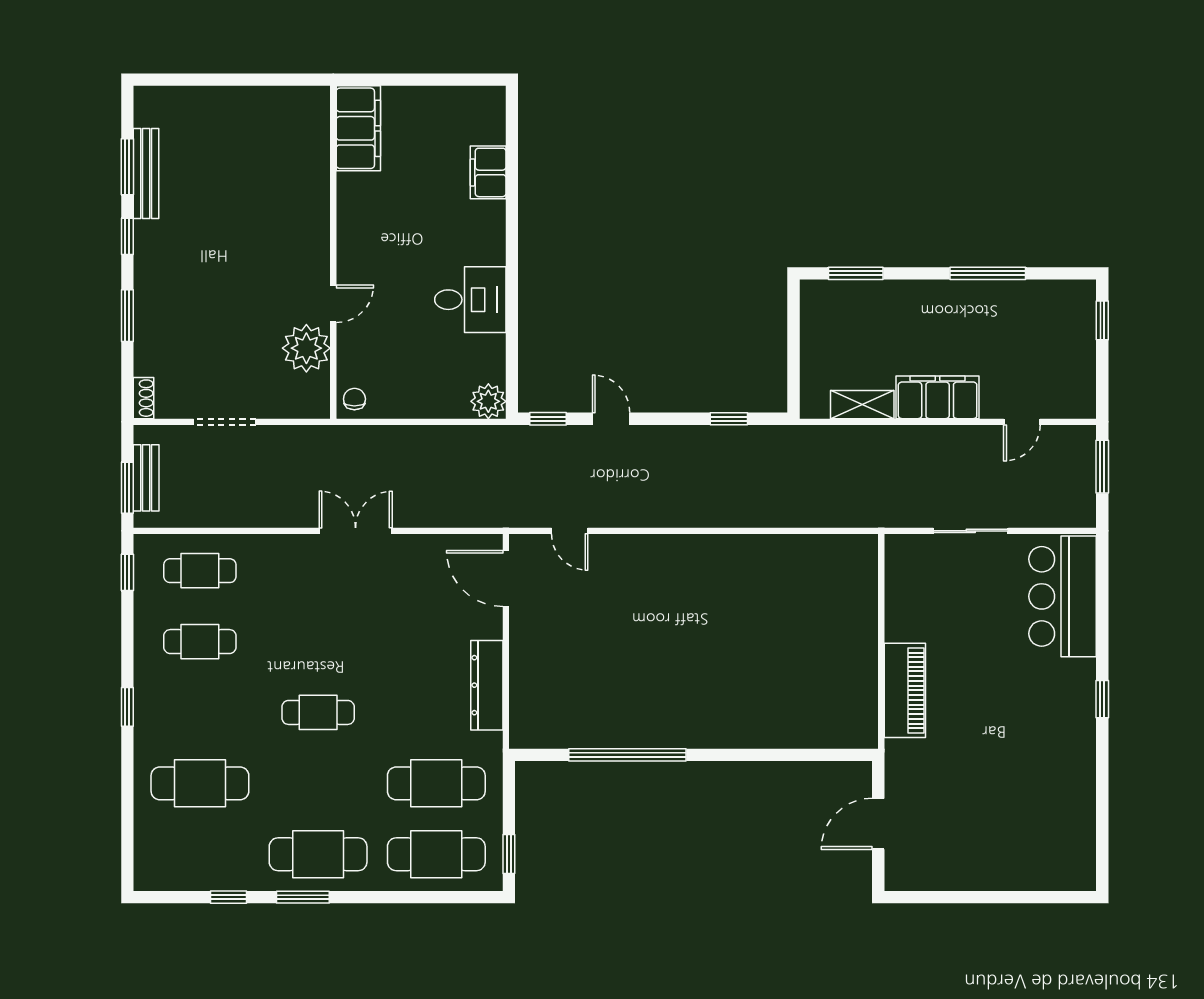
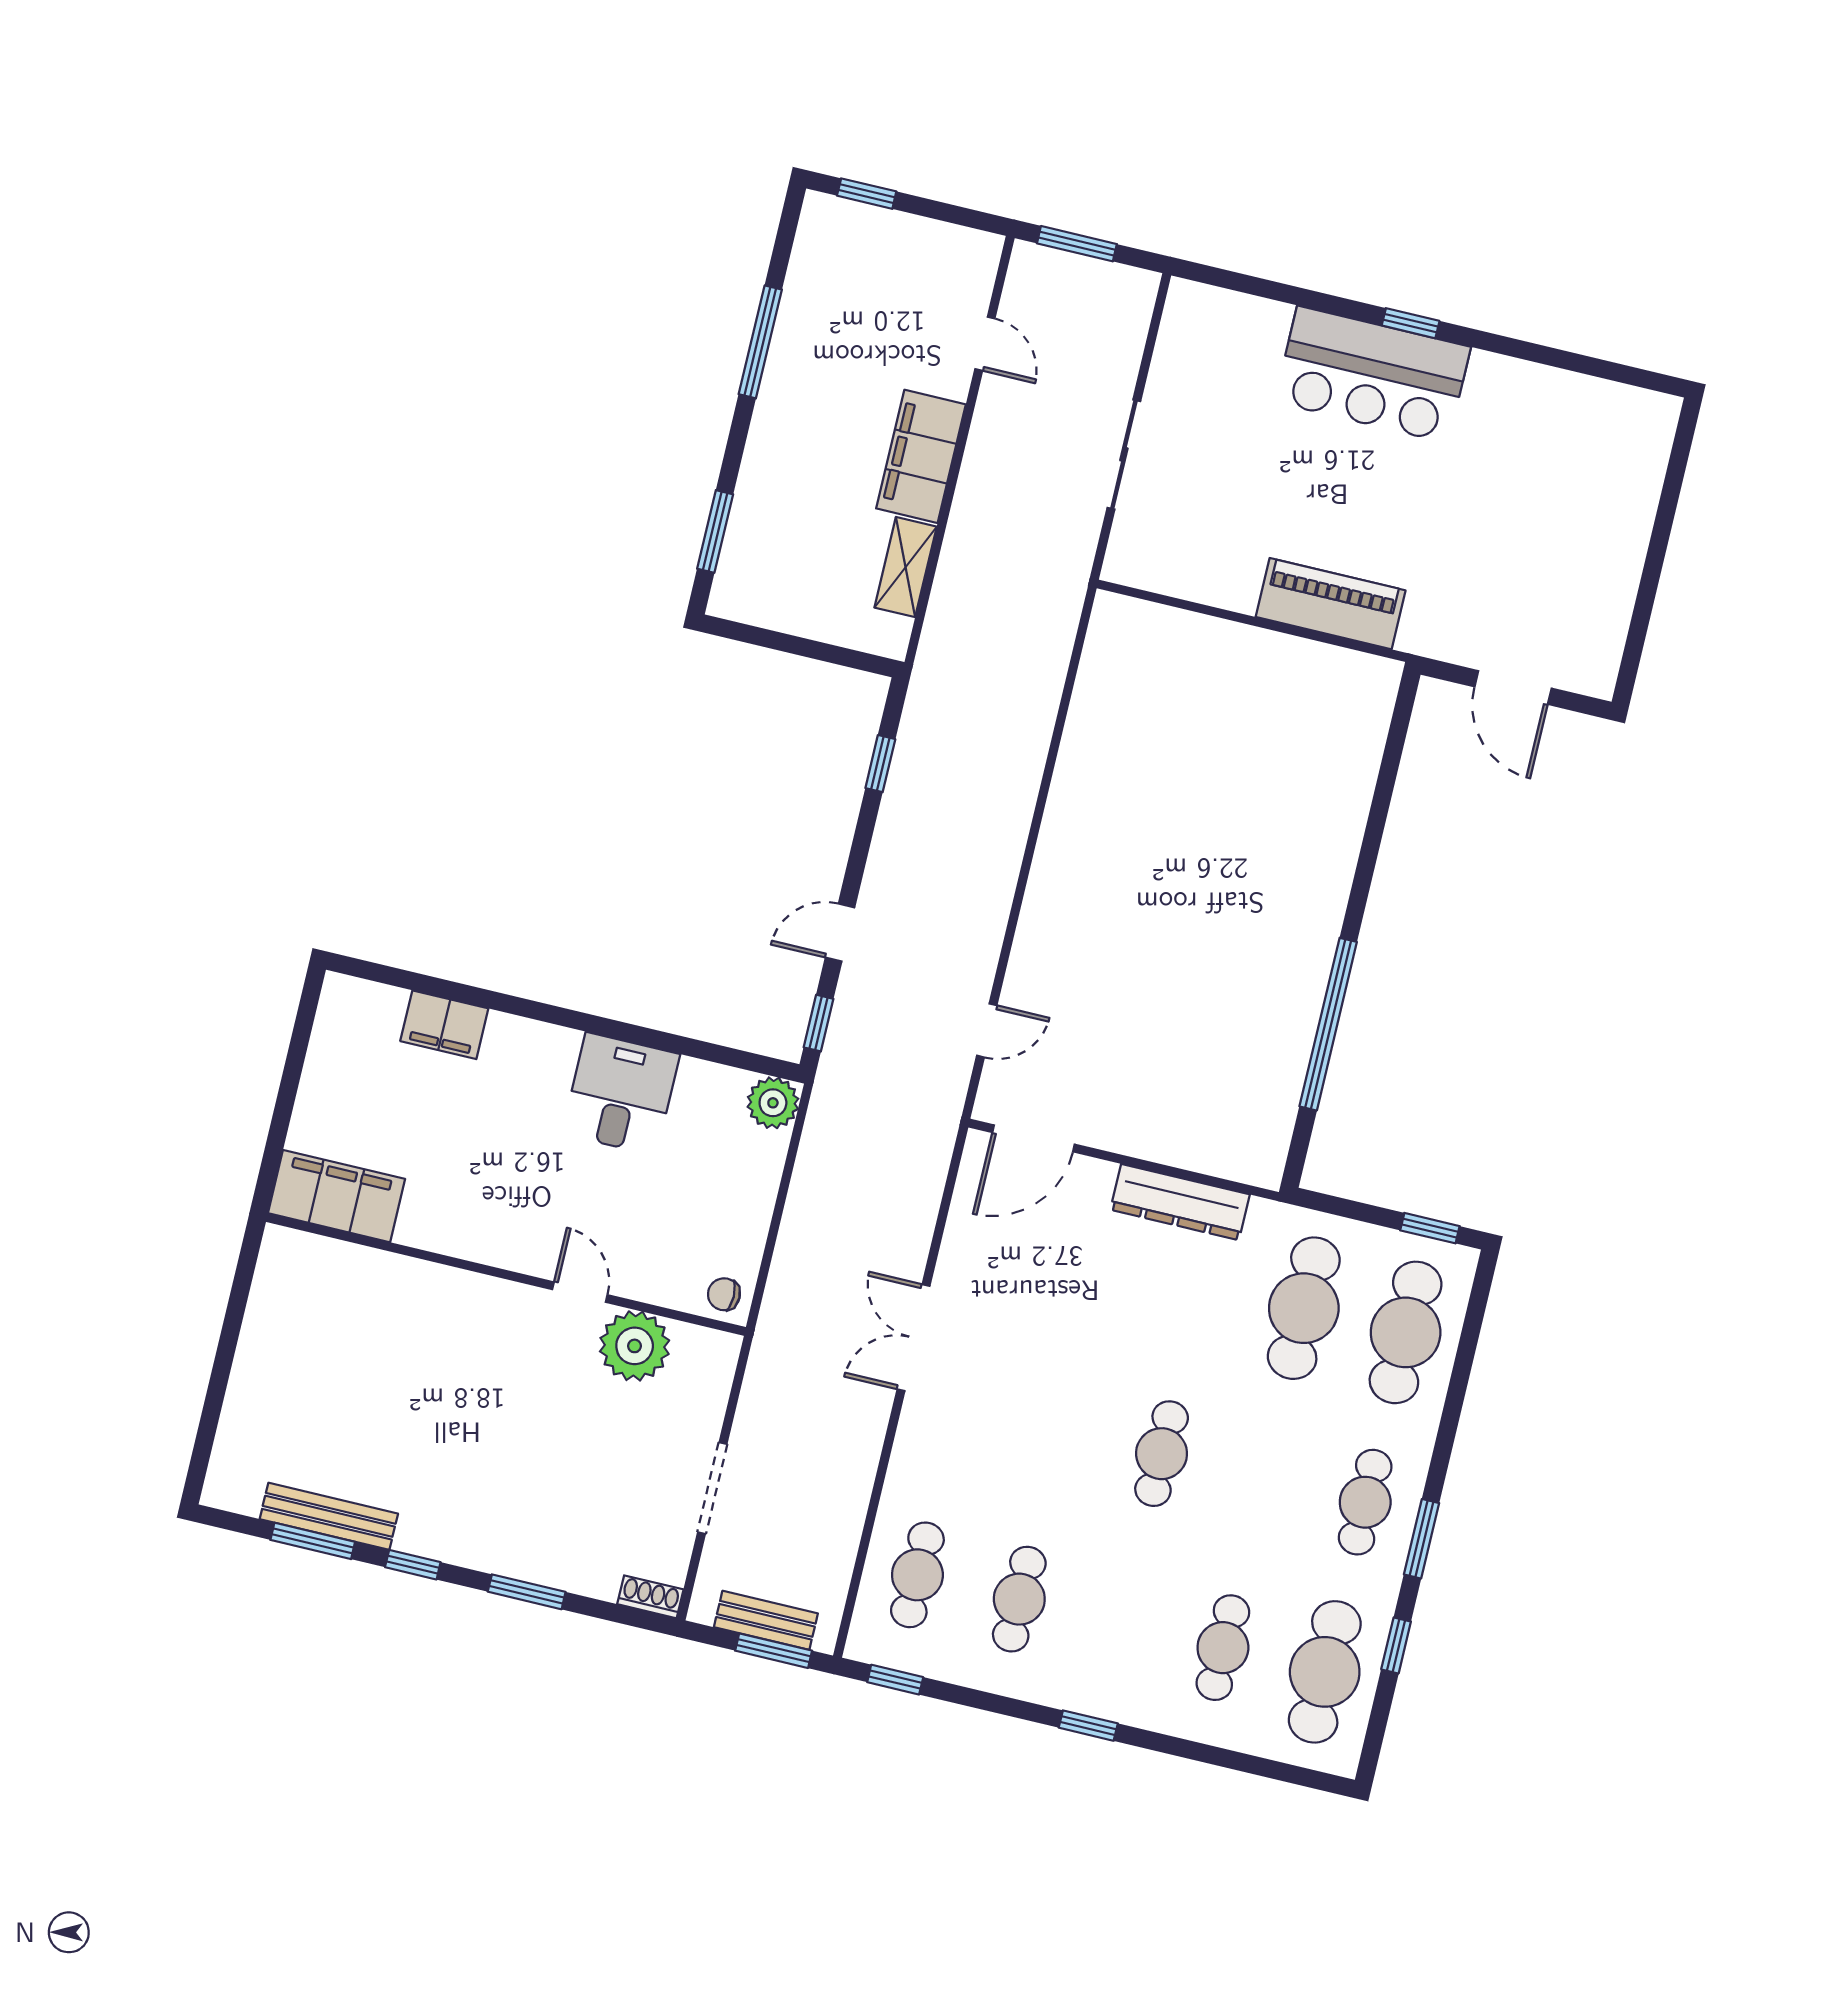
bar counter: (1063, 596) -> (1373, 374), moved
cafe table: (200, 783) -> (1223, 1648), width x0.73, depth x0.74
cafe table: (200, 854) -> (1325, 1672), added
cafe table: (318, 854) -> (1365, 1502), width x0.73, depth x0.74

